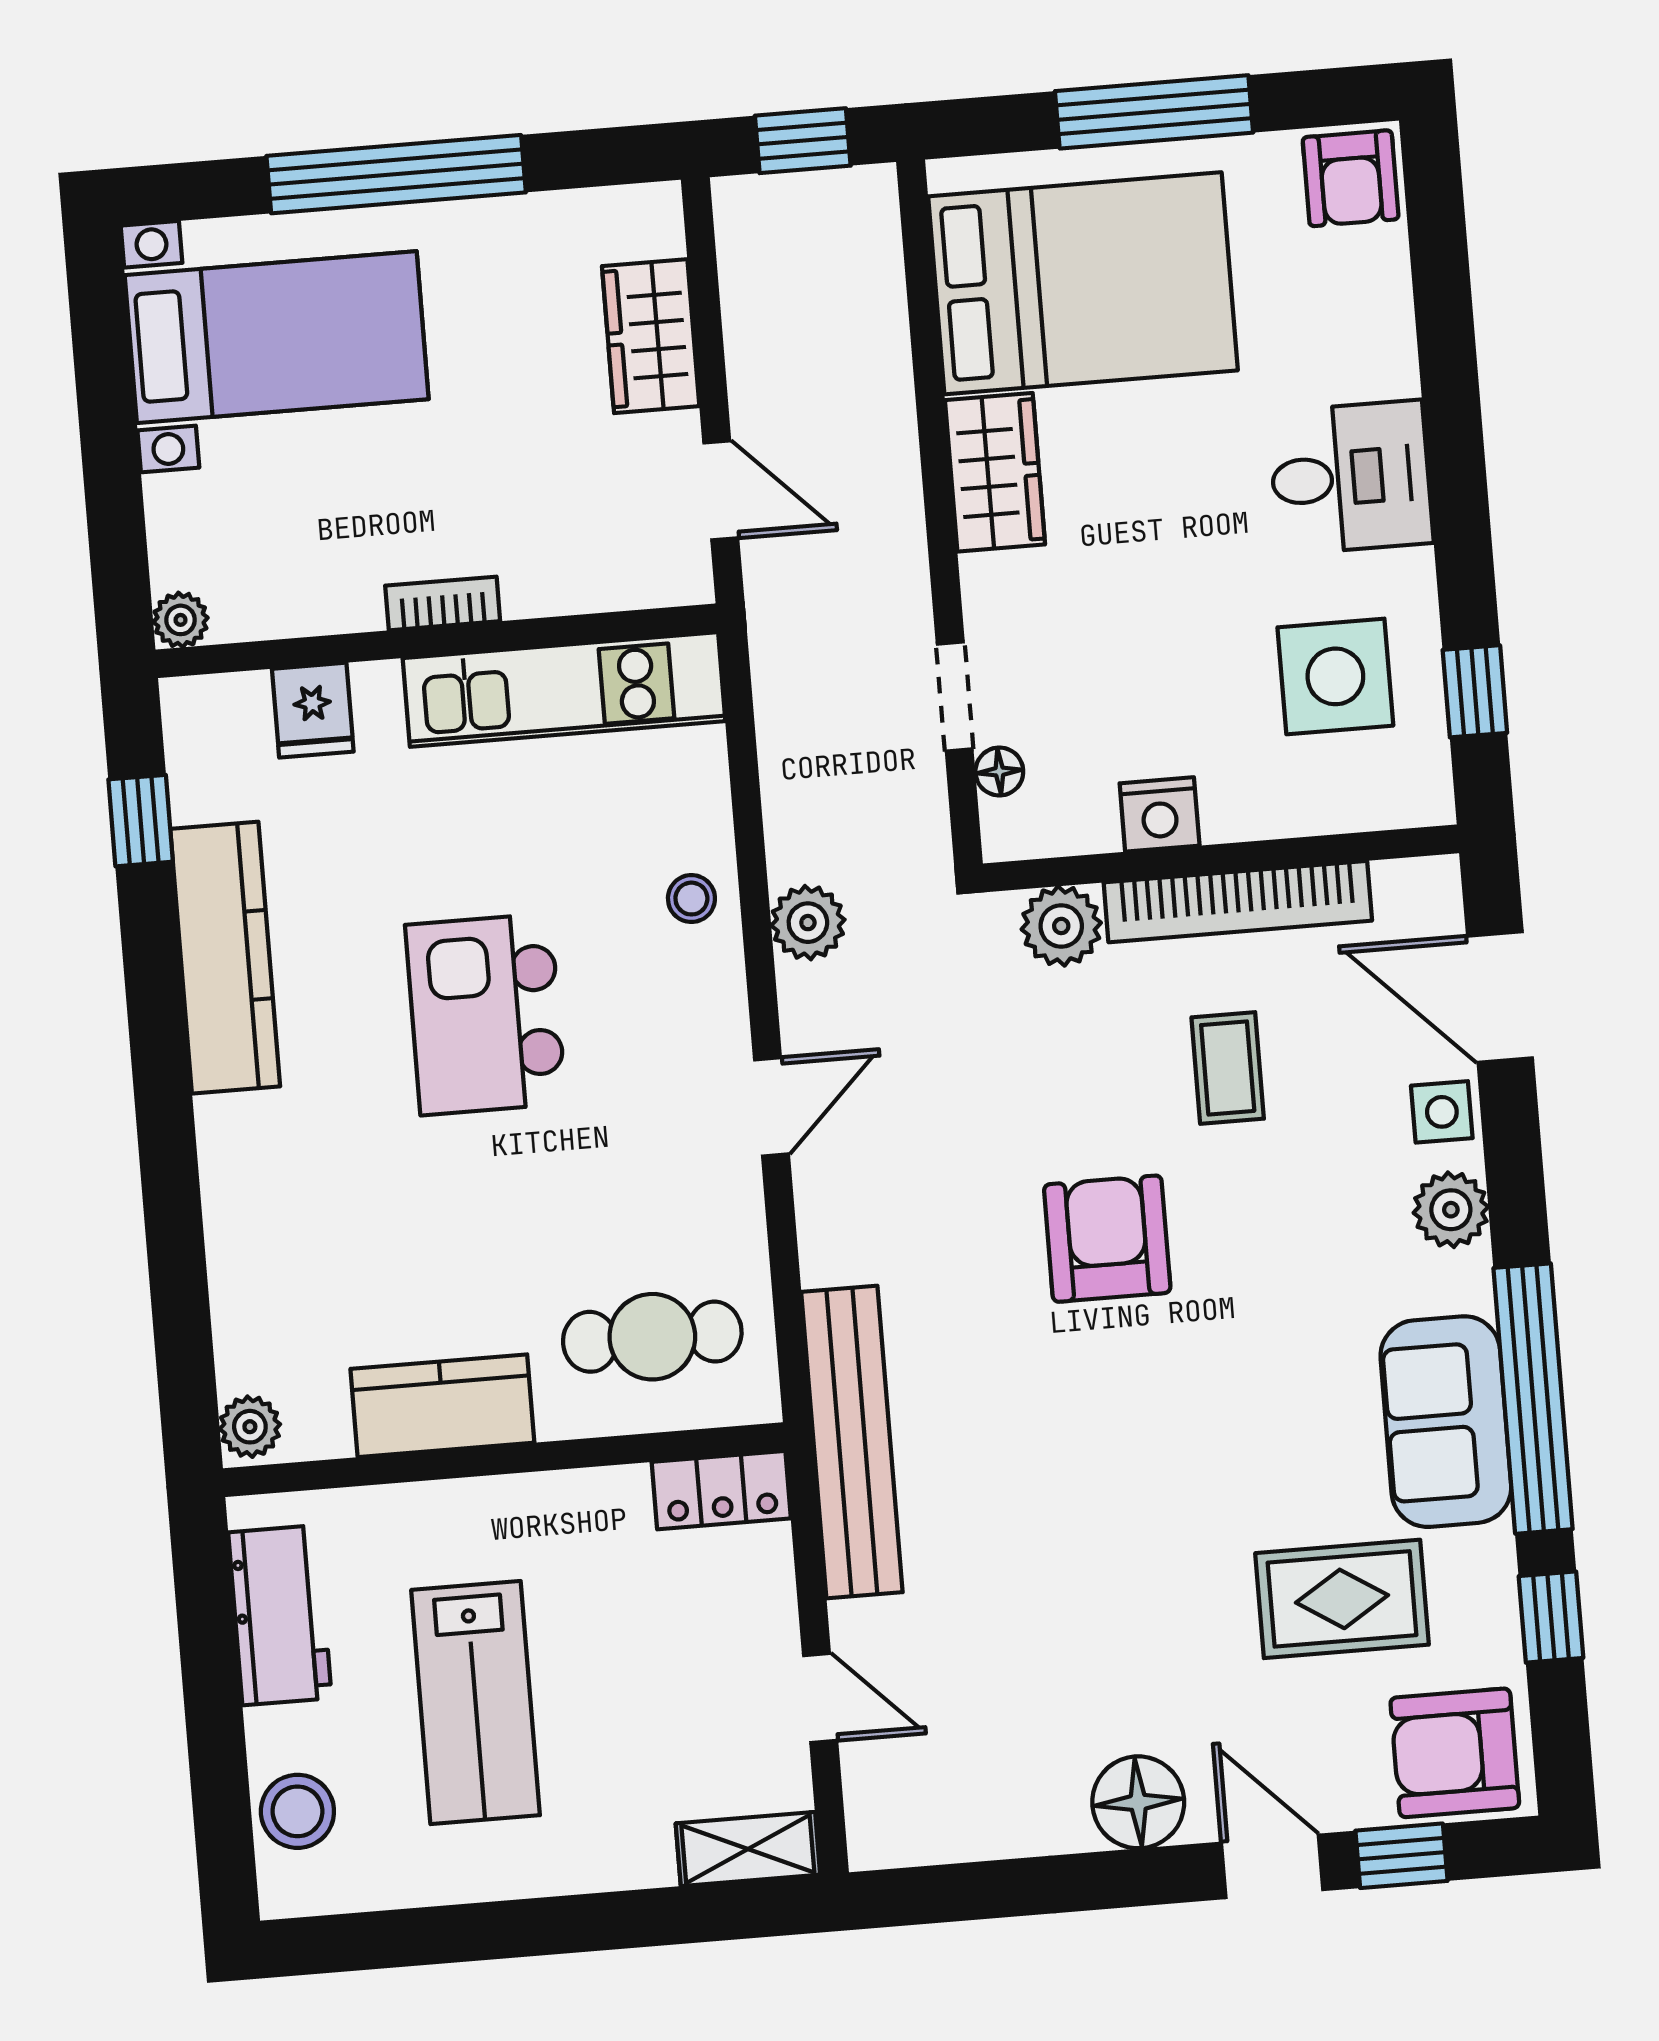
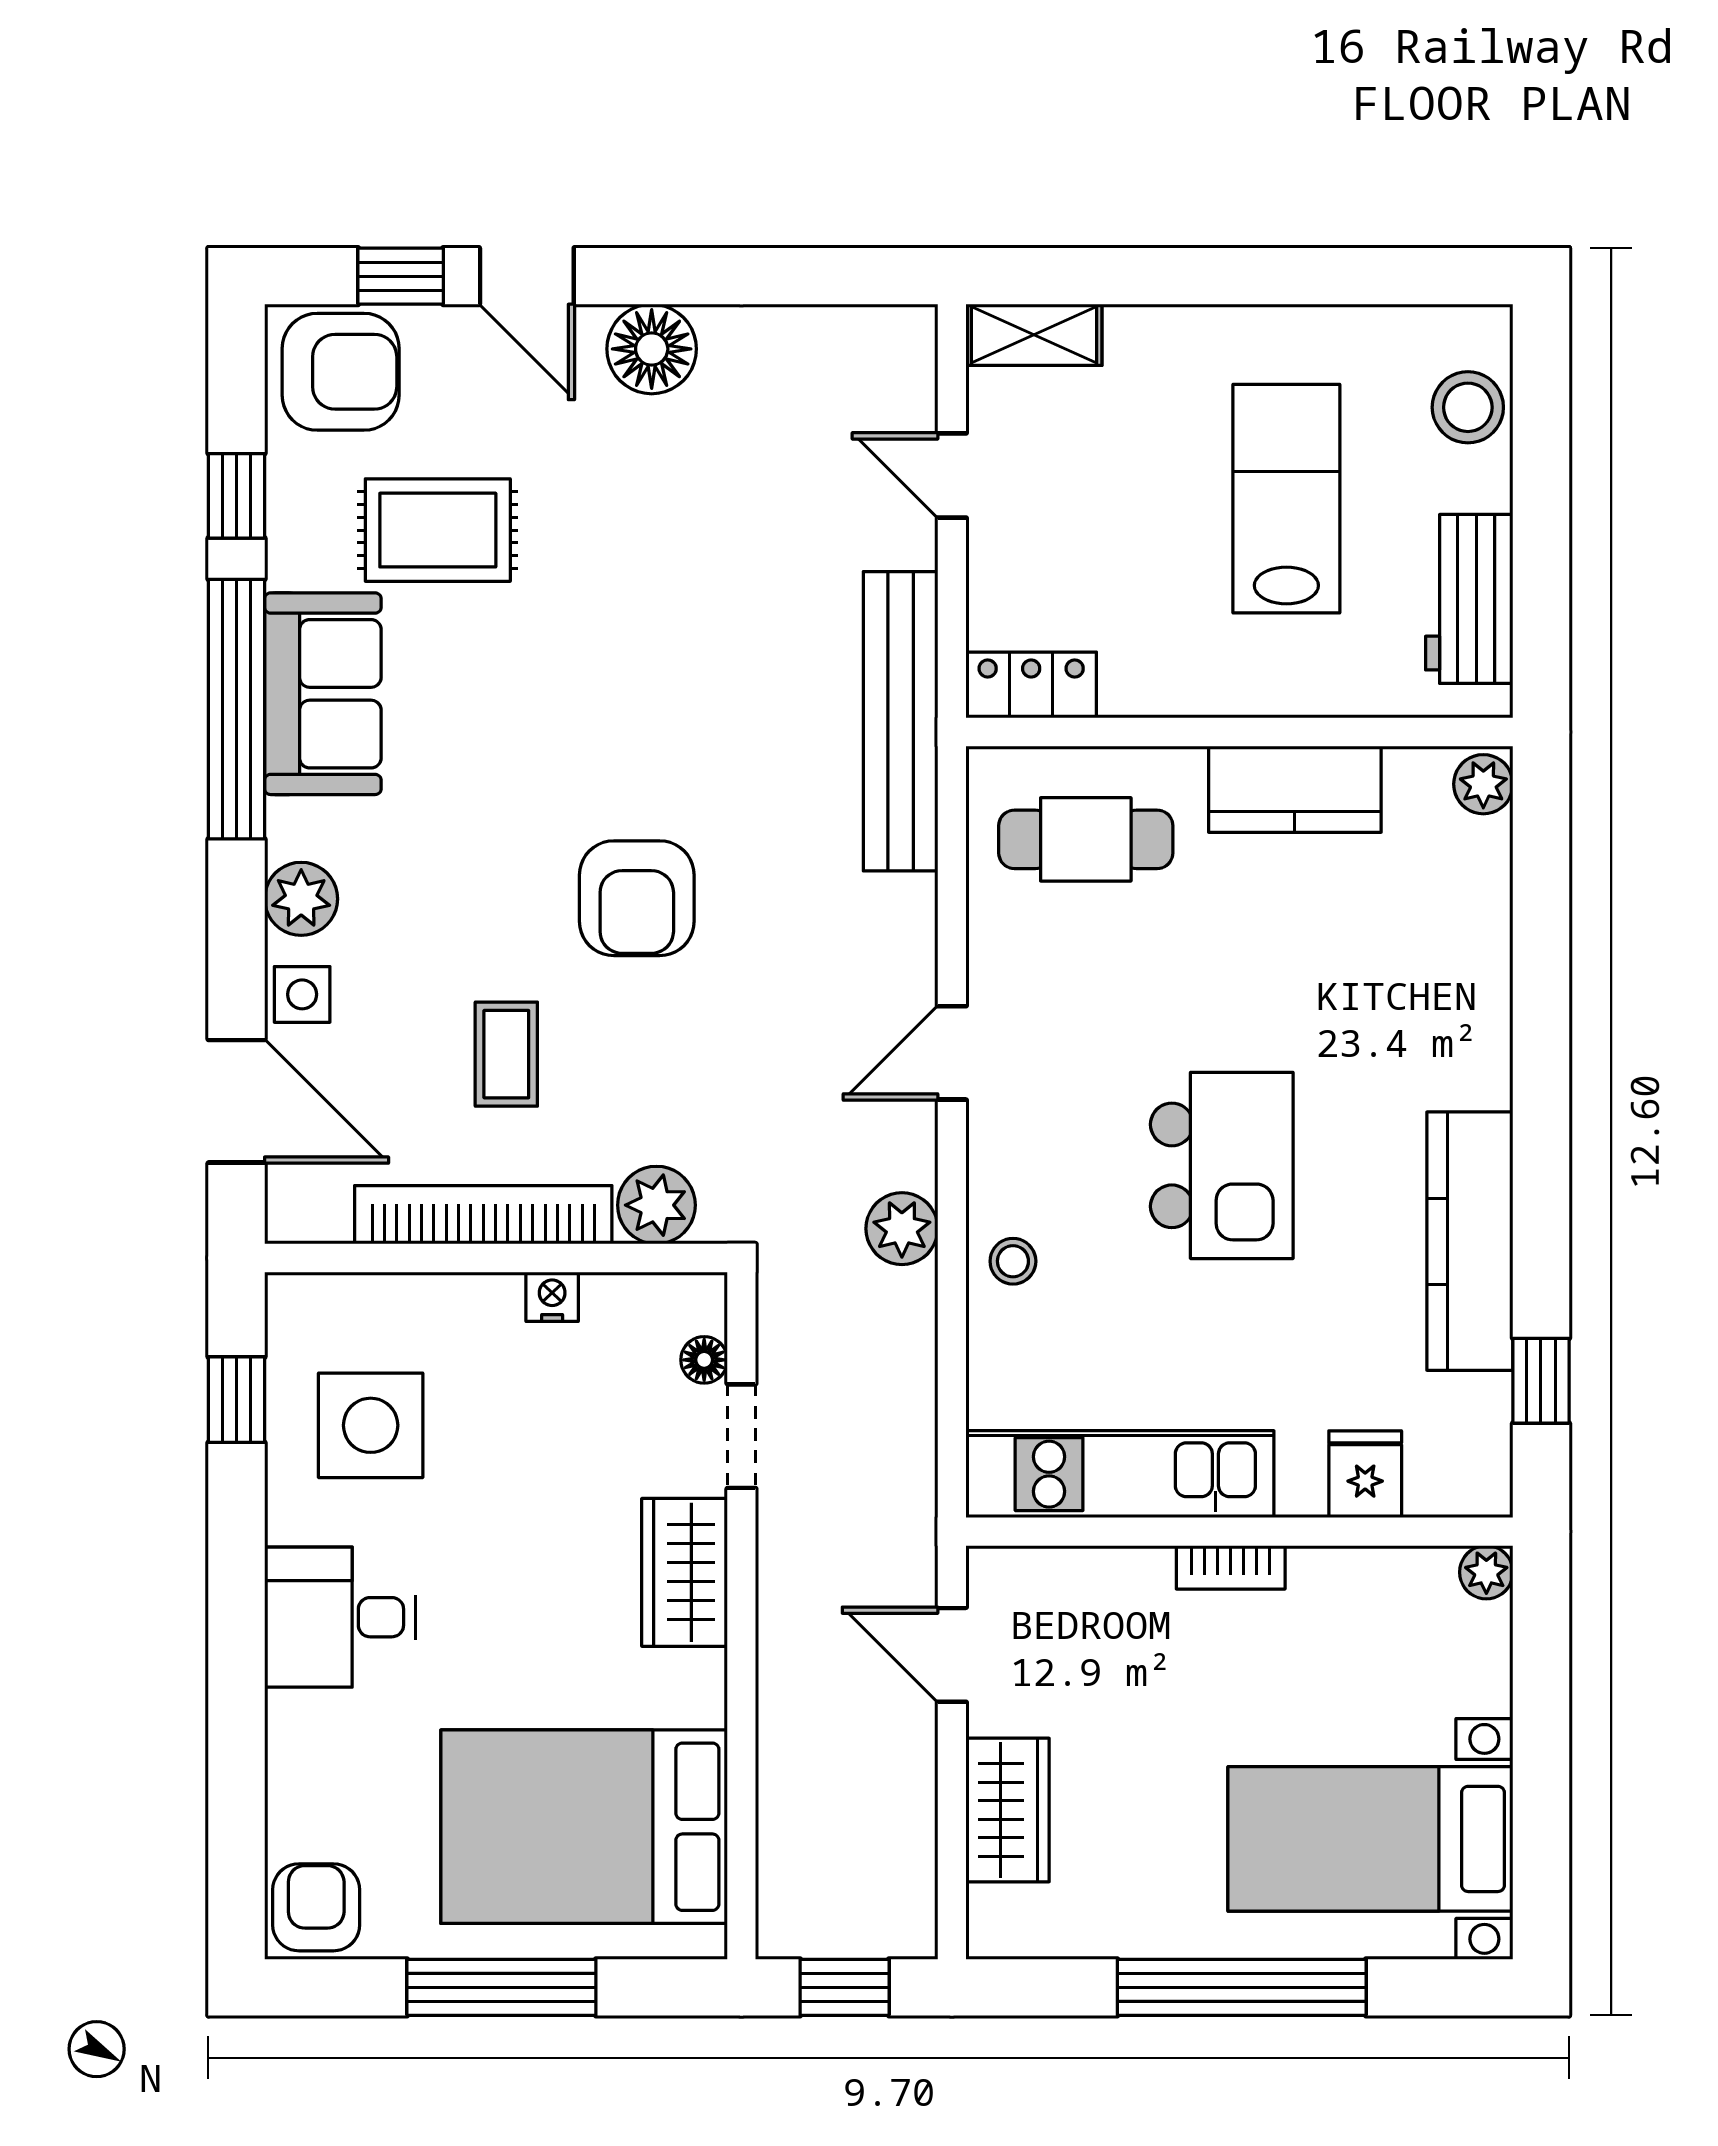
wardrobe: (995, 472) -> (685, 1572), moved
nightstand: (1160, 814) -> (552, 1297), width x0.72, depth x0.74

